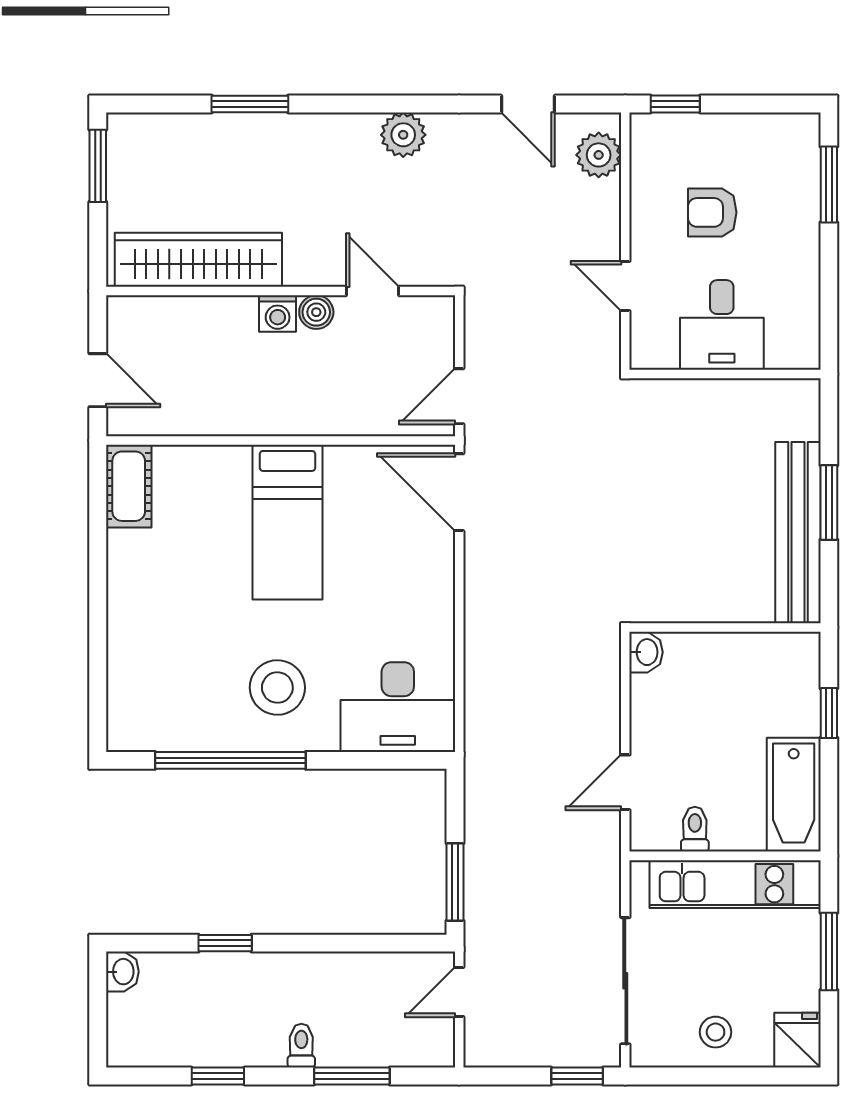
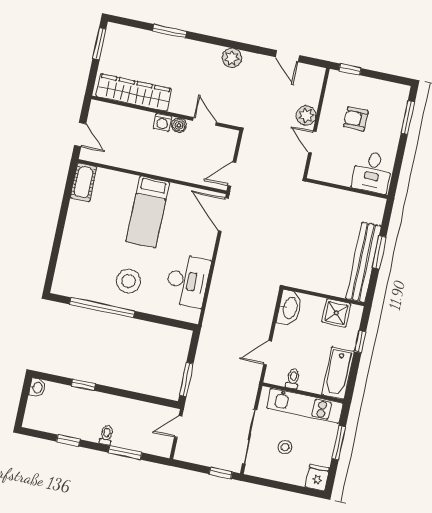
plant: (599, 155) -> (306, 115), moved
desk: (722, 325) -> (372, 172), moved
washbasin: (646, 652) -> (290, 308), width x1.91, depth x1.45
shower: (761, 660) -> (336, 313), added
desk: (398, 707) -> (187, 281), moved, turned -90
stool: (716, 1032) -> (285, 447), moved

